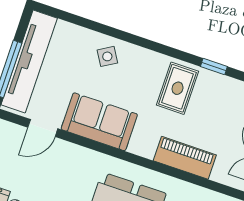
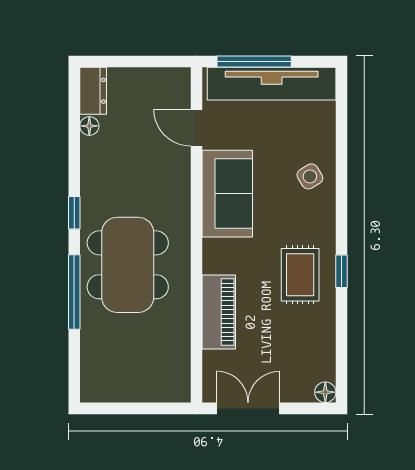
window: (214, 66) -> (341, 271), moved
rug: (178, 88) -> (300, 275), turned 90

